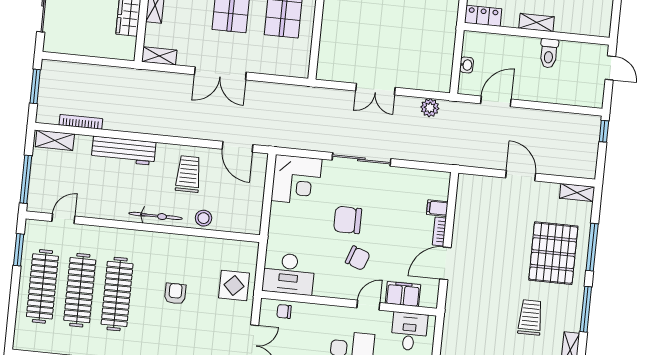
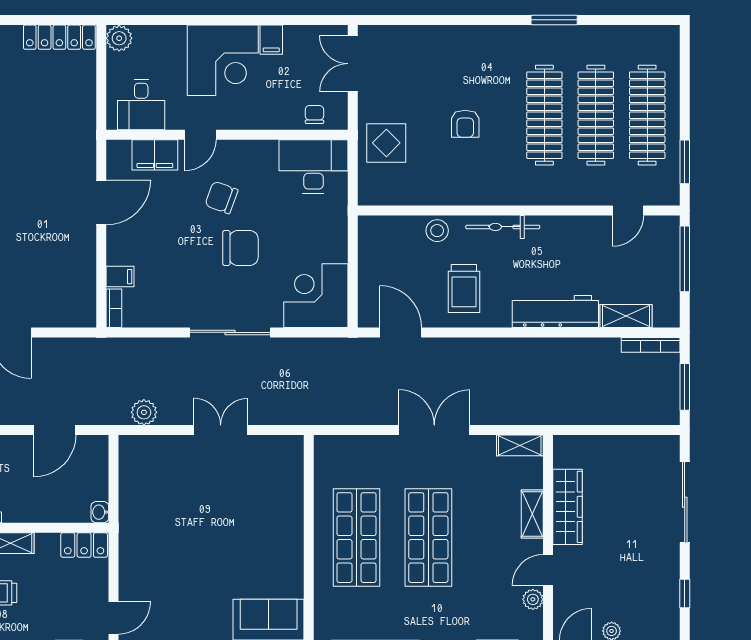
washbasin: (467, 65) -> (100, 512), moved
bookcase: (81, 122) -> (651, 345), moved
shelving: (55, 140) -> (626, 316), moved
bookcase: (439, 232) -> (114, 308), moved
chair: (284, 311) -> (314, 114), turned -90

